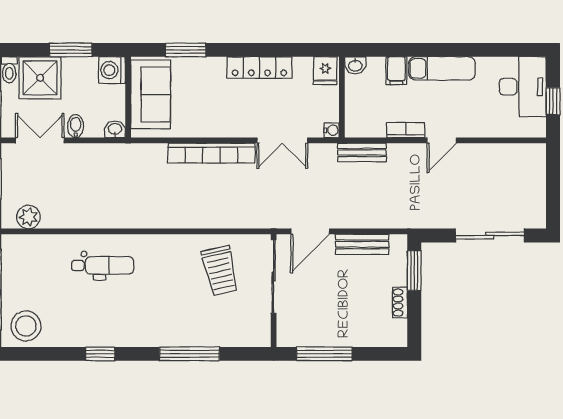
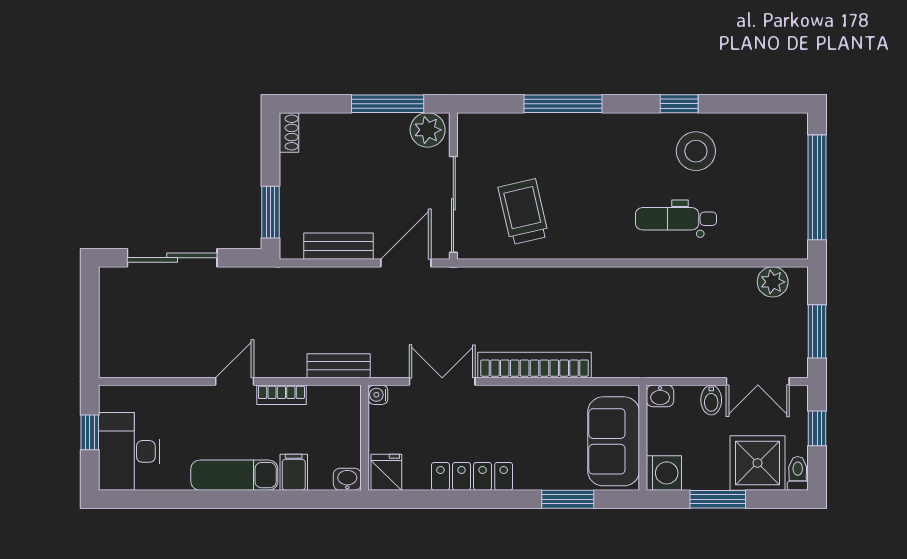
shoe rack: (400, 303) -> (289, 132), moved
stool: (26, 326) -> (696, 151), moved
plant: (294, 334) -> (428, 130), added

